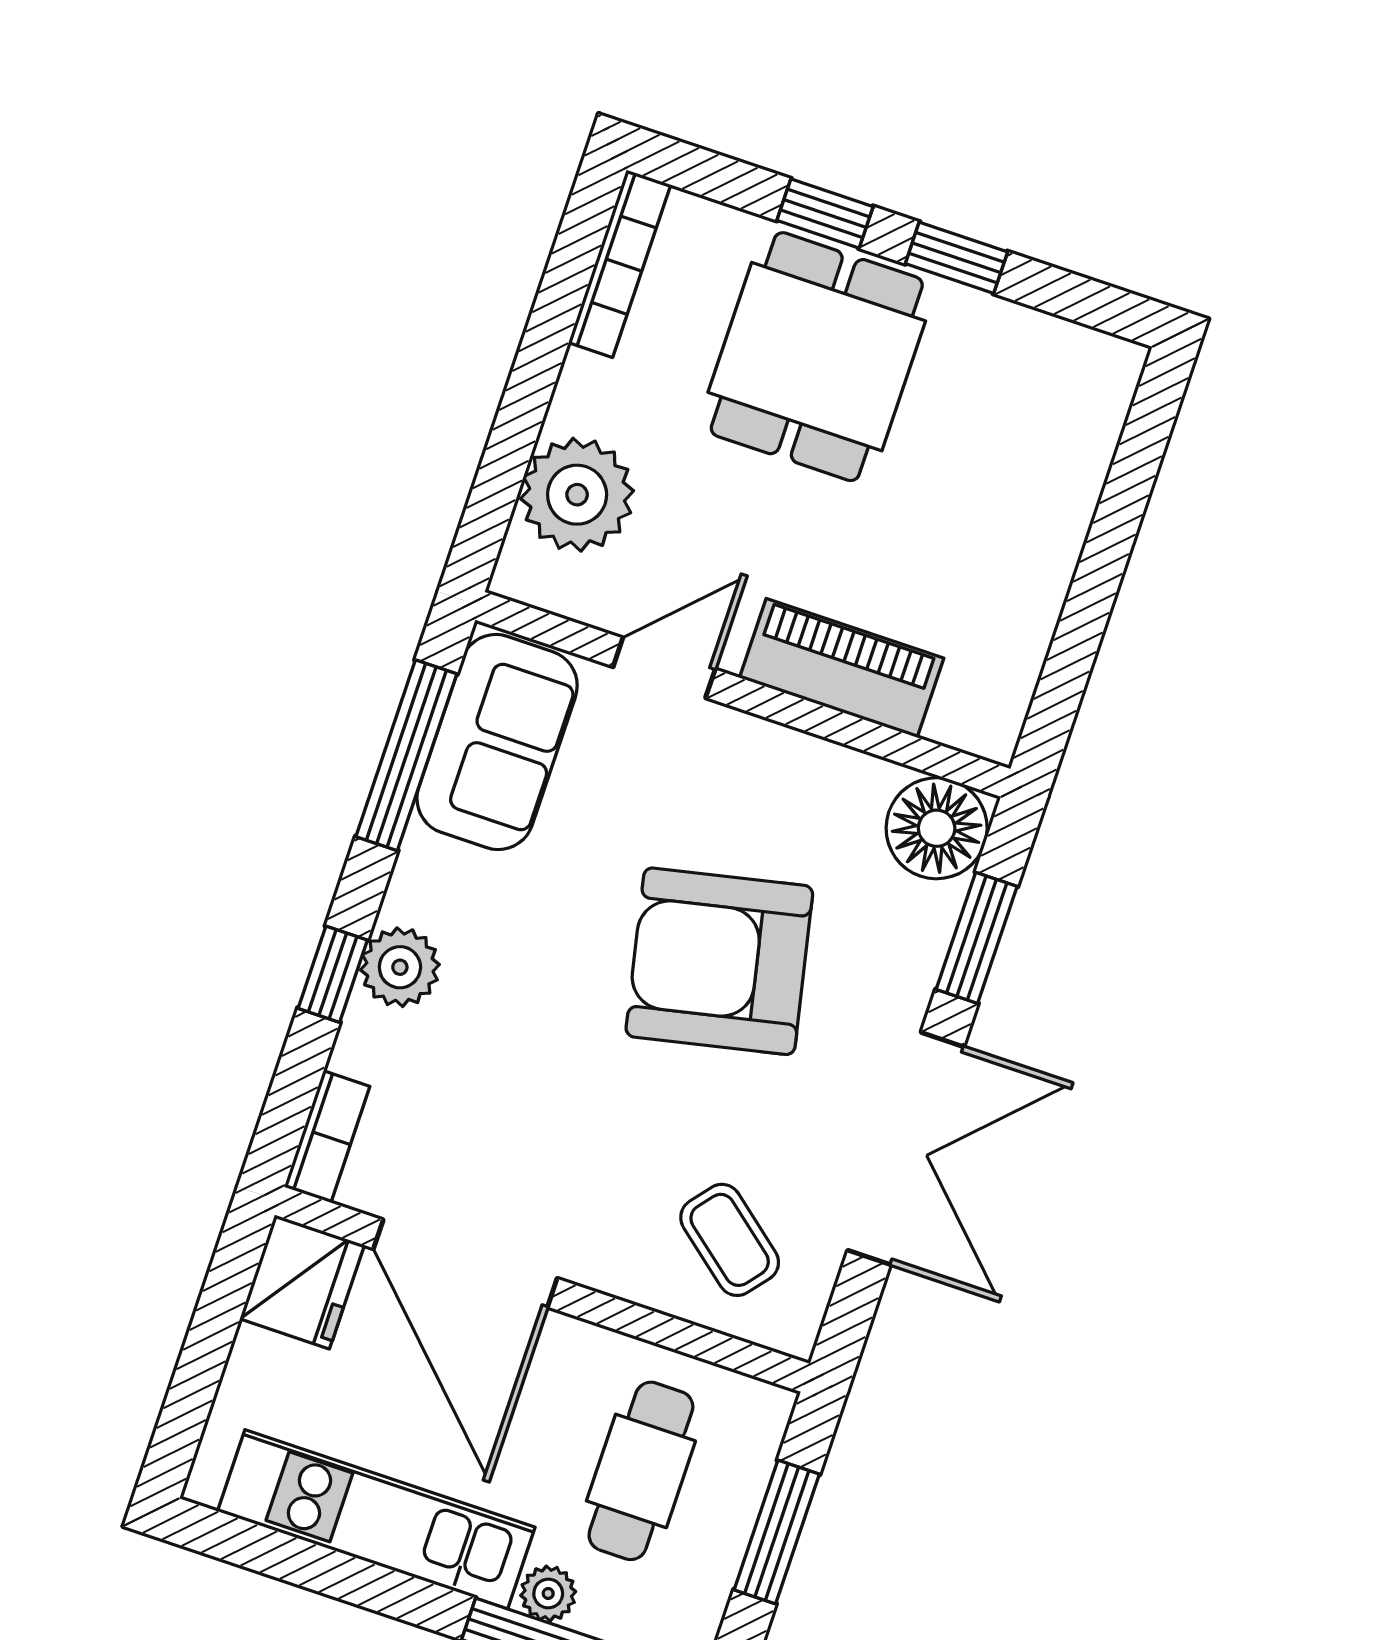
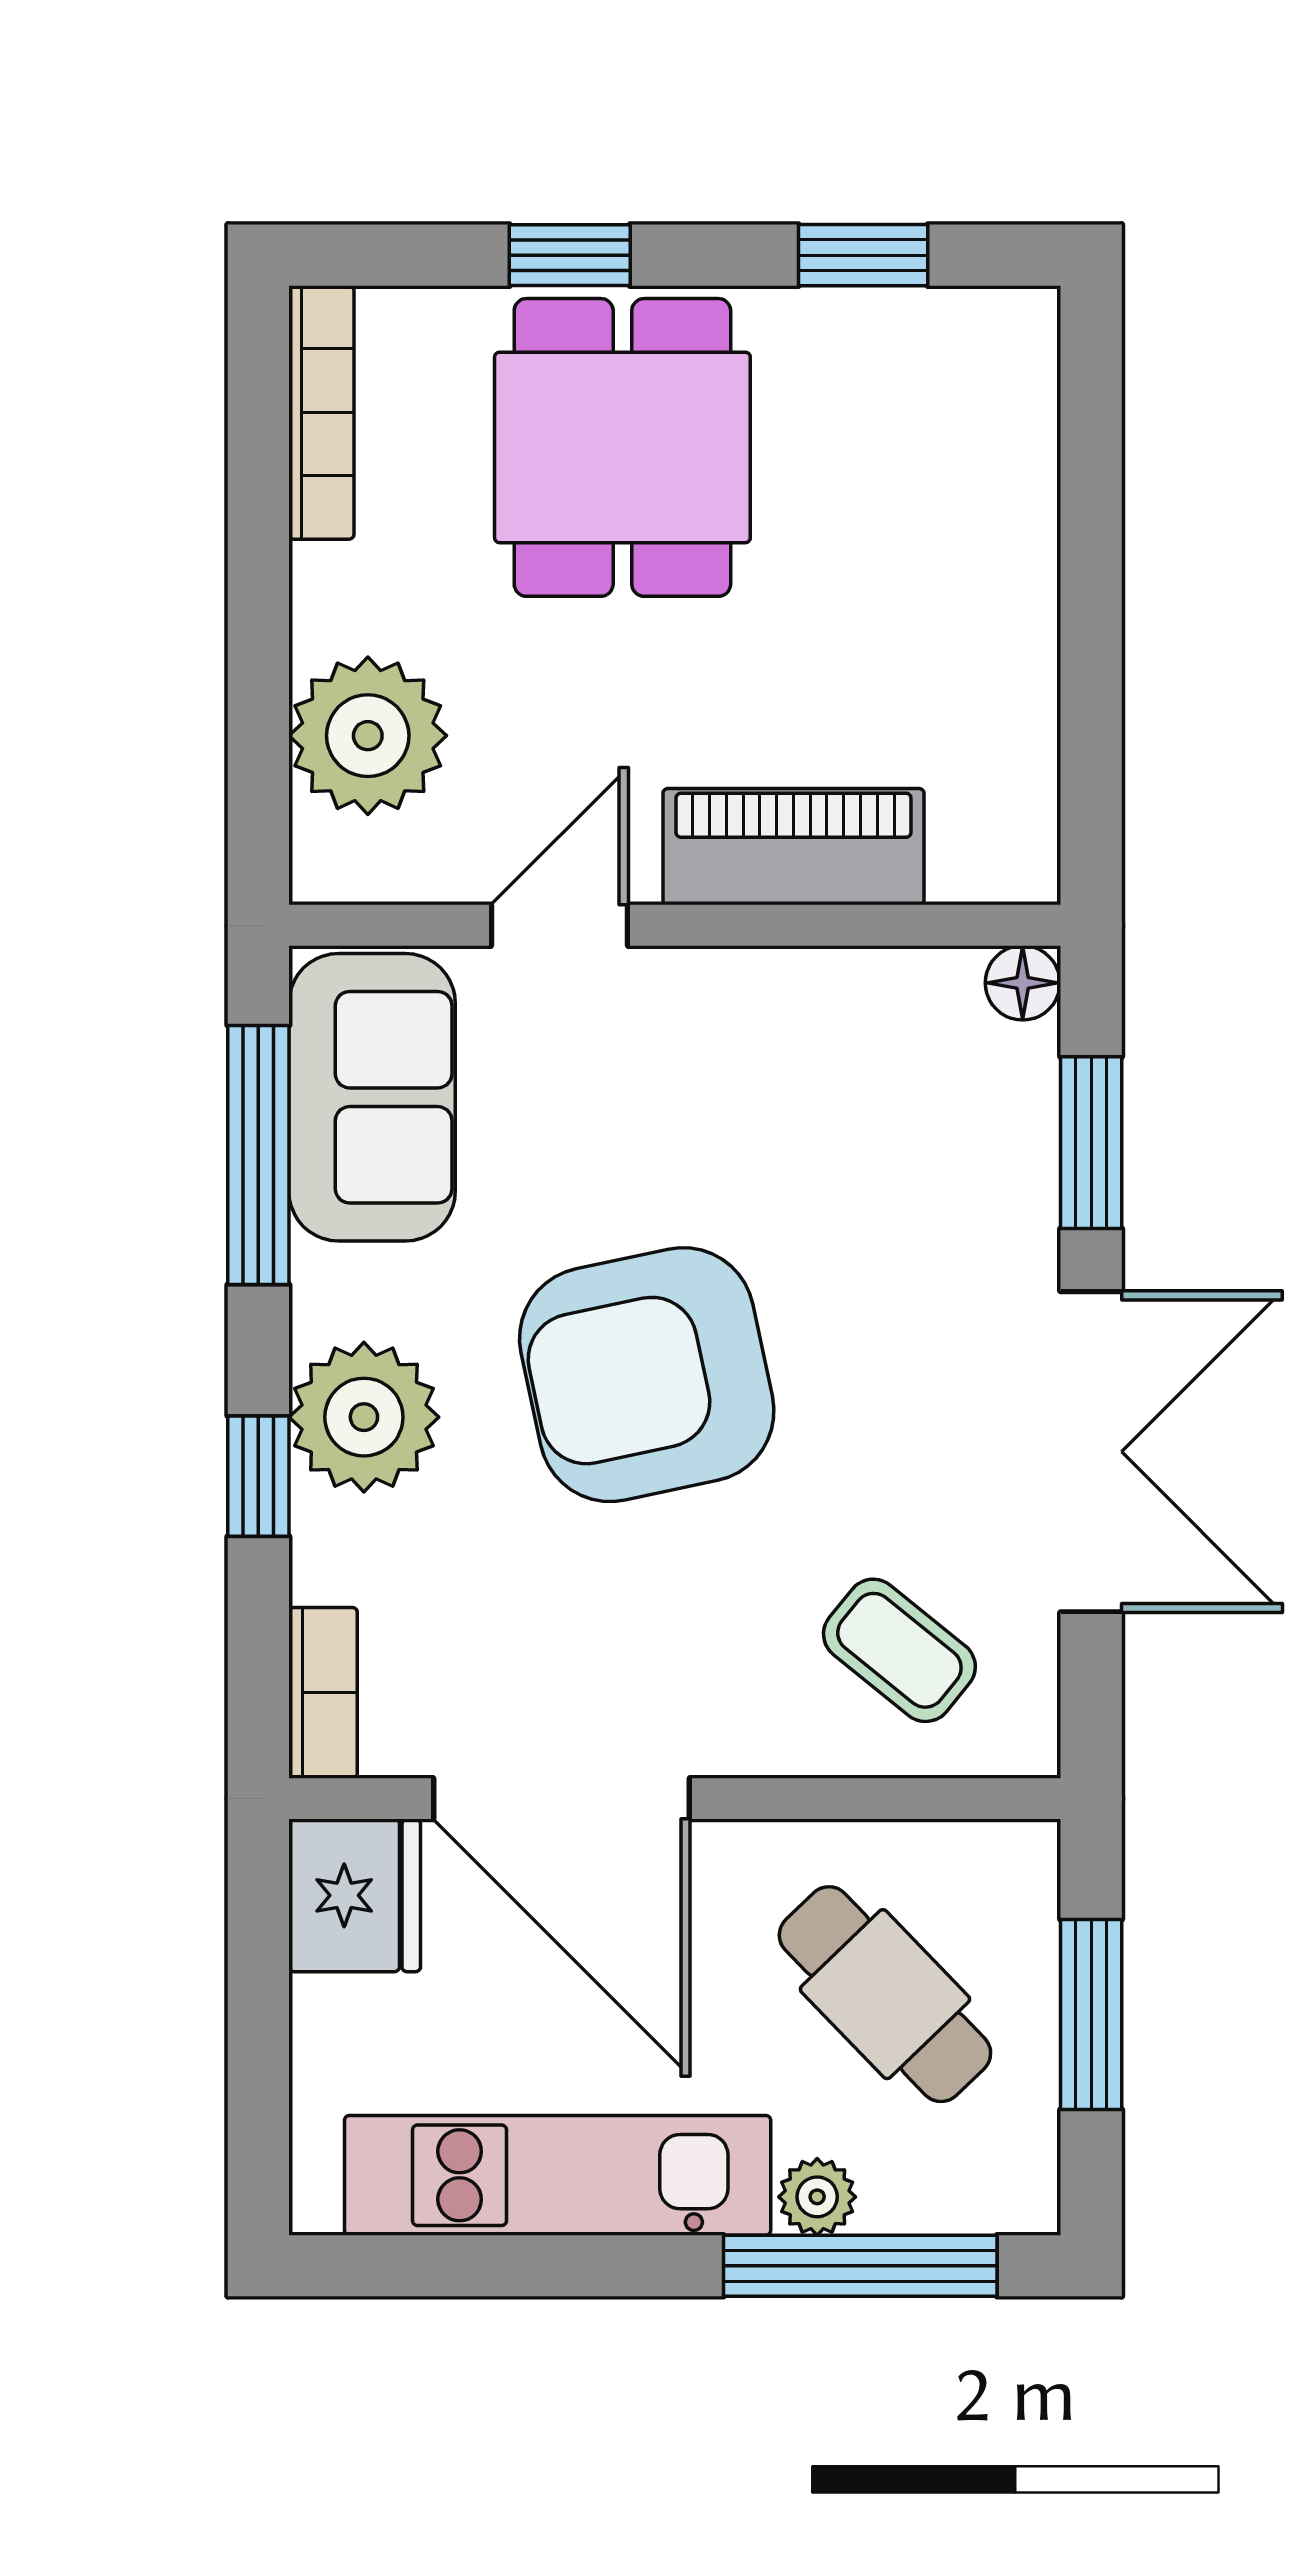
window: (956, 258) -> (863, 255), moved
floor lamp: (937, 828) -> (1023, 983), width x0.53, depth x0.53
armchair: (719, 961) -> (647, 1375), moved
plant: (400, 967) -> (364, 1417), width x1.36, depth x1.36
cafe table: (641, 1471) -> (885, 1994), turned -44

